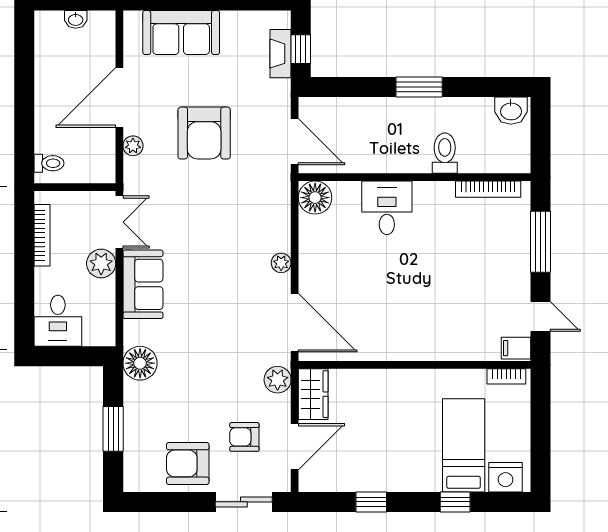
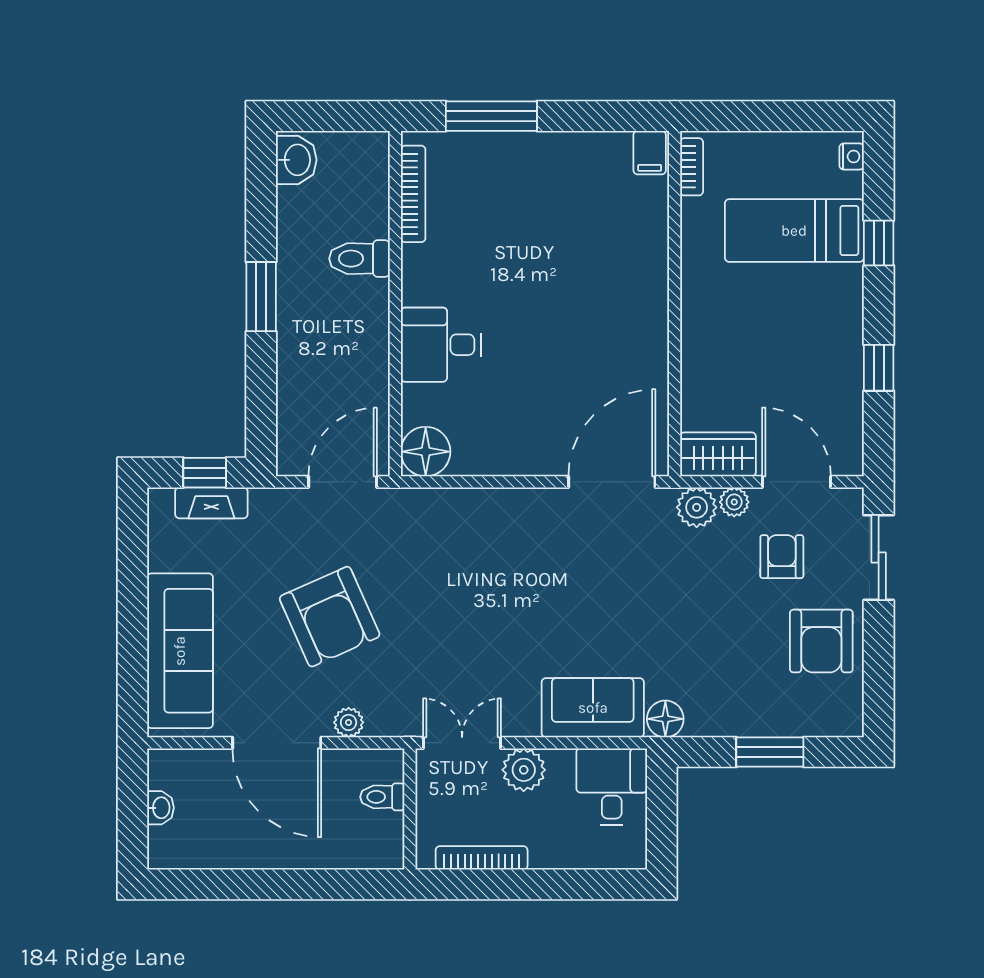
sofa: (181, 33) -> (180, 651), width x1.36
armchair: (204, 133) -> (330, 617), turned 66
toilet: (49, 163) -> (382, 797), moved, turned -90
plant: (281, 263) -> (734, 502), moved
sofa: (143, 284) -> (593, 708), moved
door: (540, 317) -> (603, 116), removed
desk: (58, 321) -> (612, 786), moved, turned -90
floor lamp: (140, 363) -> (665, 719), width x0.73, depth x0.73
armchair: (244, 437) -> (782, 557), turned 180
nightstand: (506, 477) -> (852, 157), width x0.53, depth x0.56

